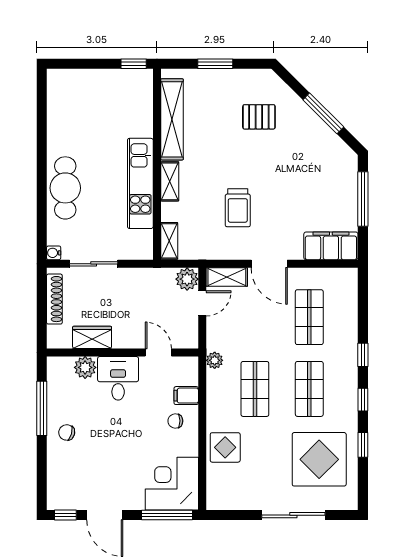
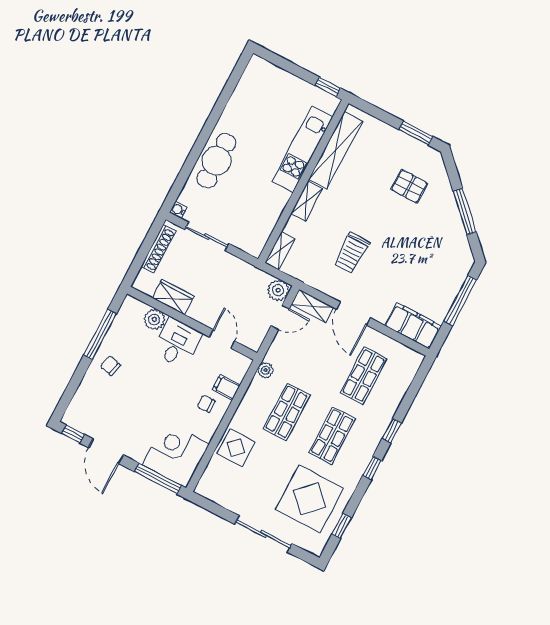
window: (215, 64) -> (416, 133), moved
kitchen unit: (140, 183) -> (302, 149), moved
window: (363, 445) -> (342, 526), moved

